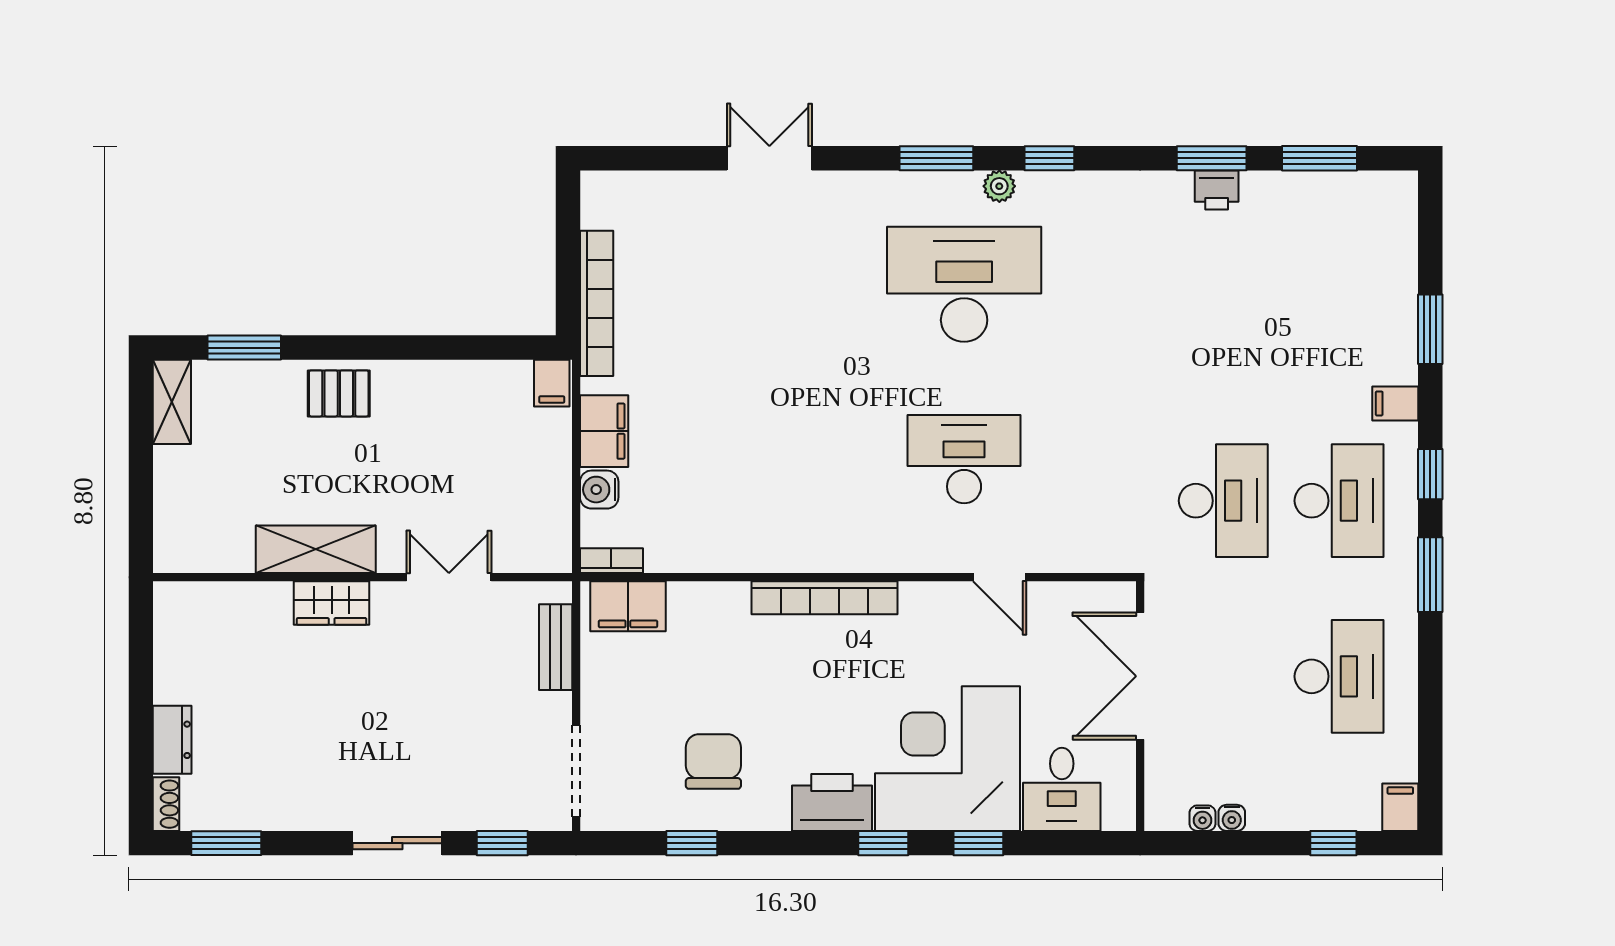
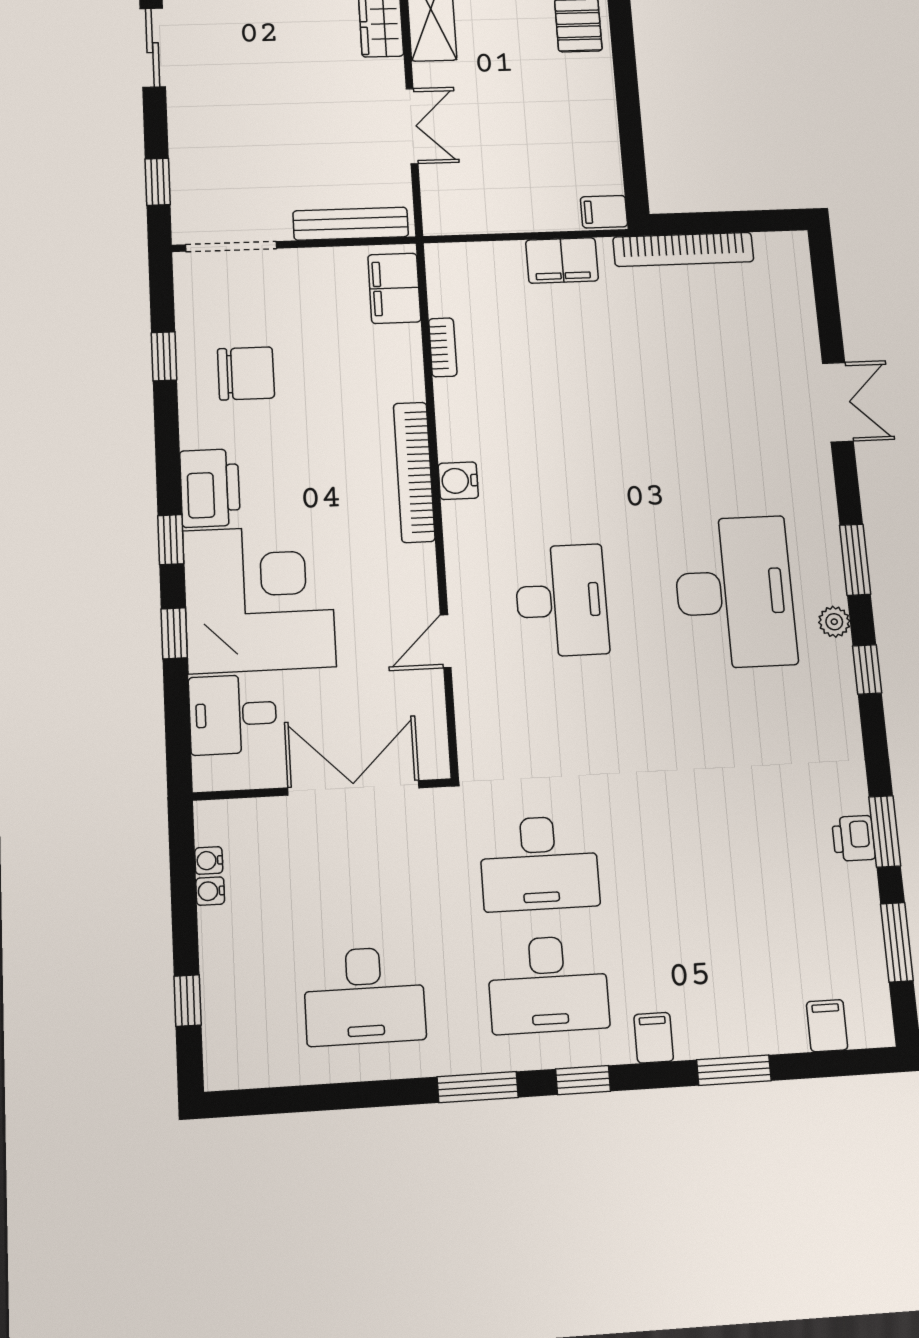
water cooler: (599, 490) -> (458, 481), moved, turned -90
bookcase: (611, 561) -> (443, 347), moved
bench: (556, 647) -> (351, 224), width x1.36
filing cabinet: (1400, 807) -> (827, 1026), moved, turned -90
sliding door: (397, 843) -> (153, 48), moved

